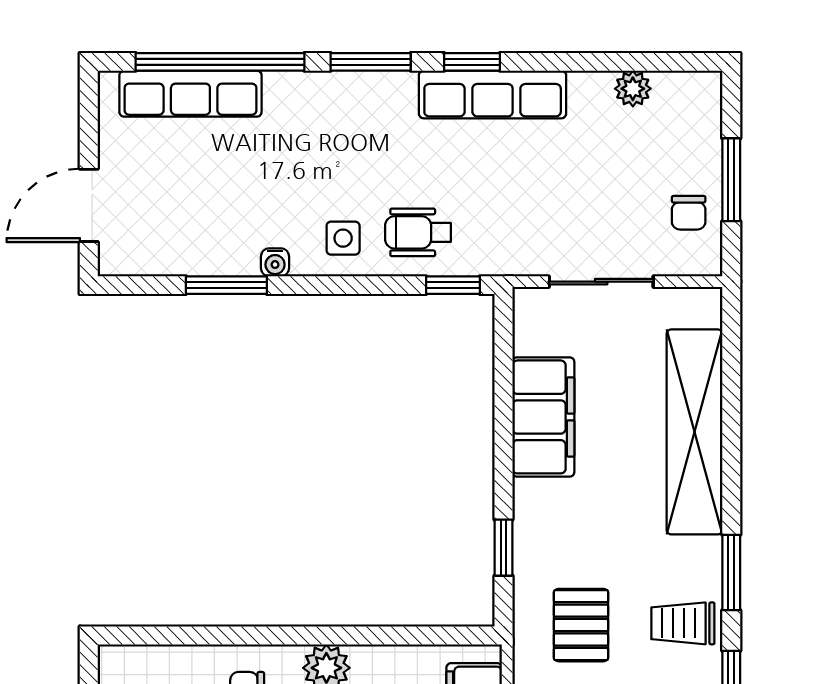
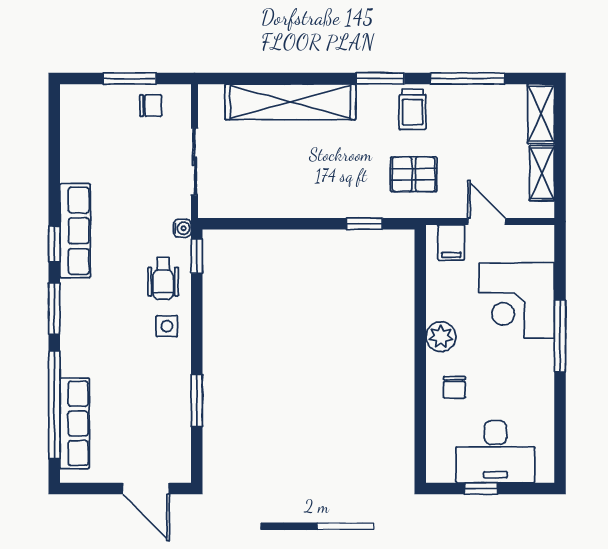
plant: (633, 89) -> (71, 141), removed
water cooler: (275, 262) -> (182, 228), moved
filing cabinet: (543, 417) -> (281, 198), removed

